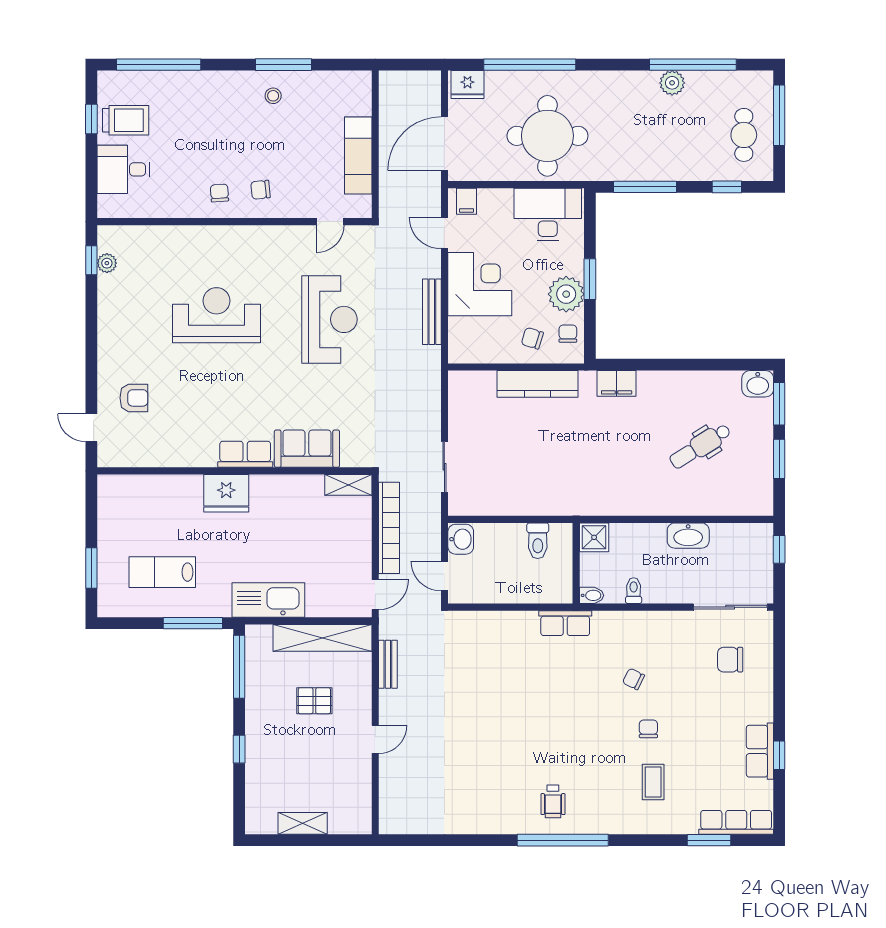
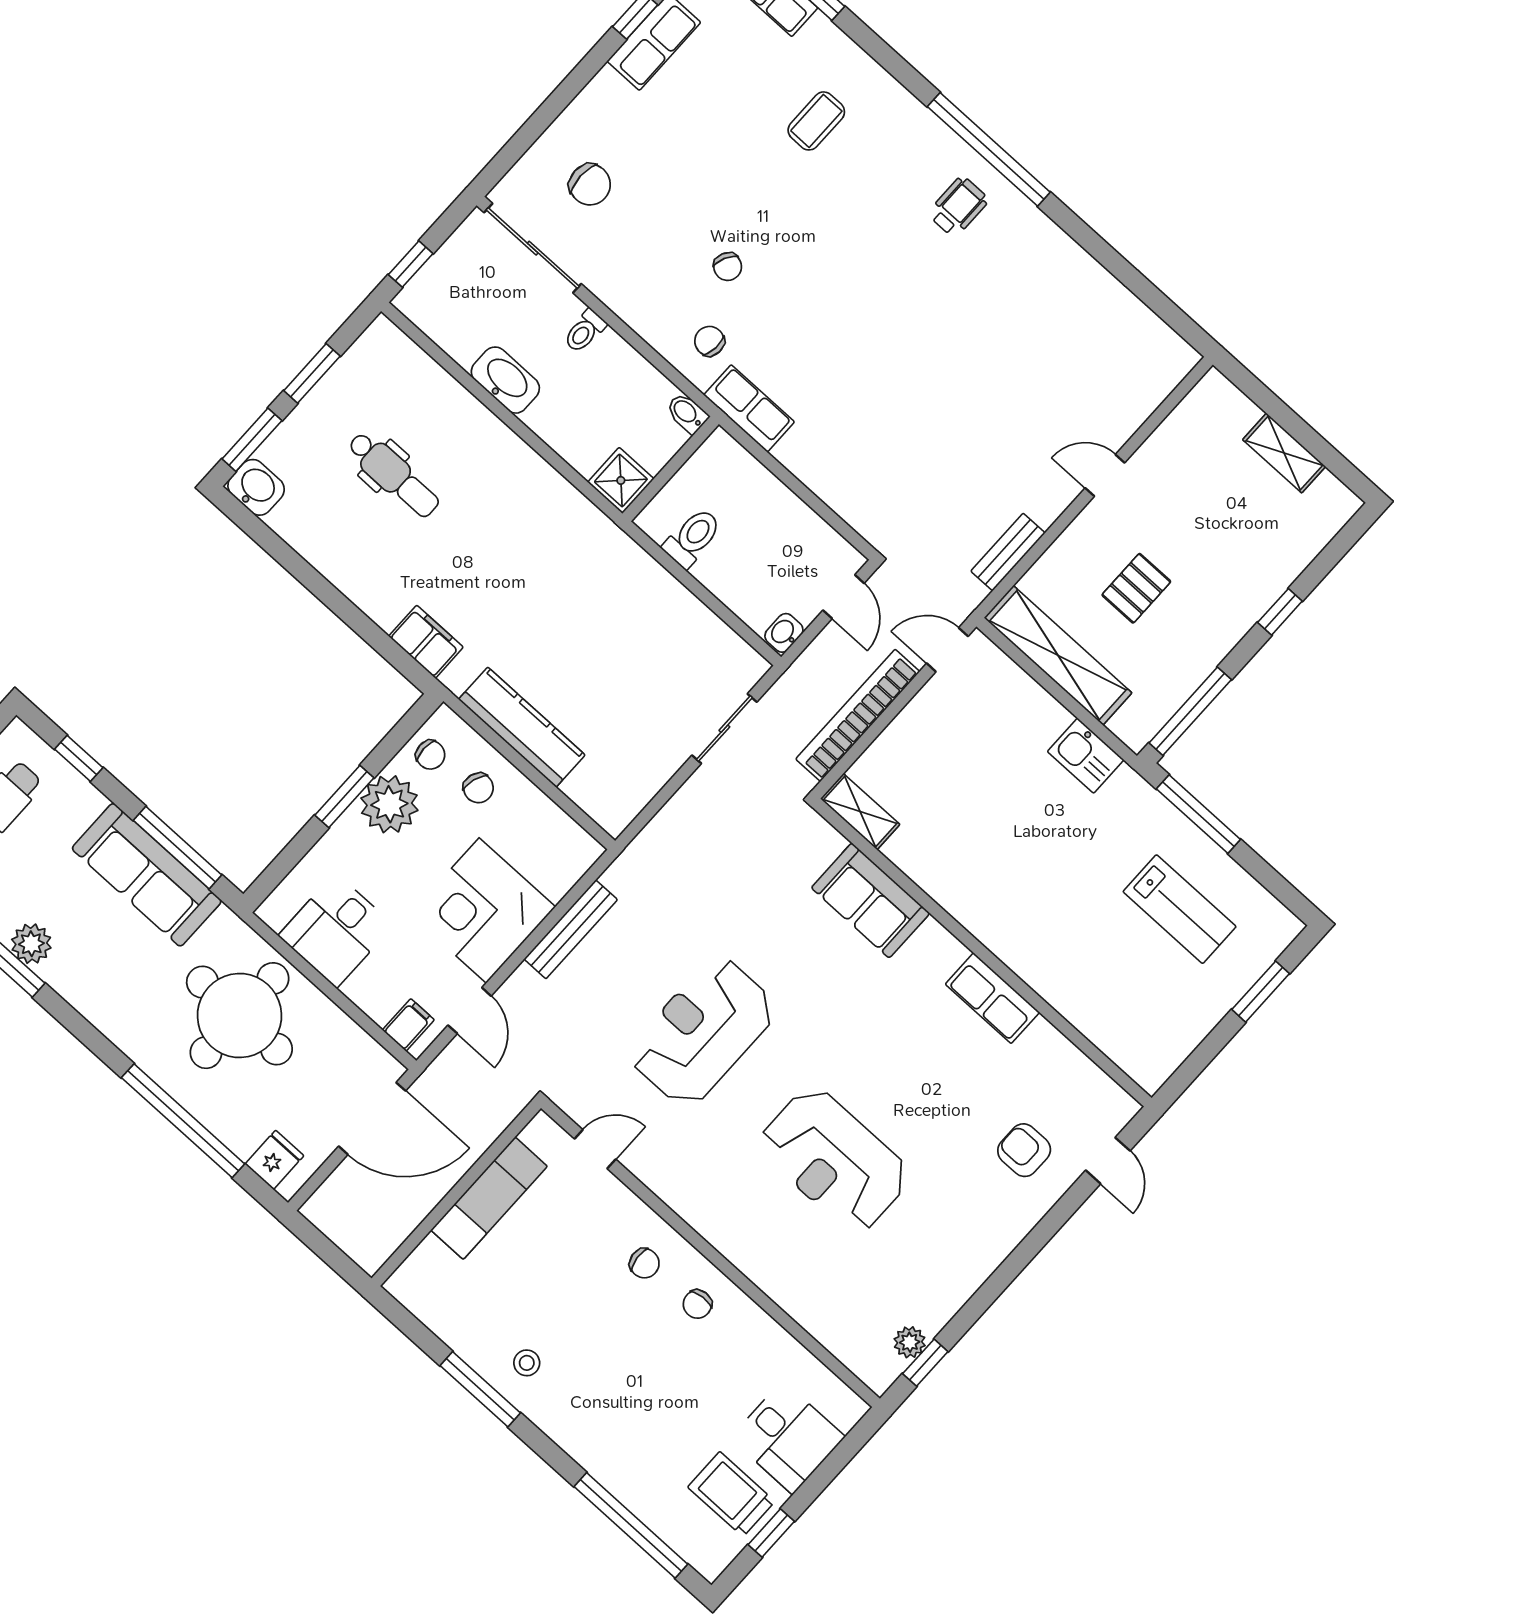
fridge: (467, 84) -> (274, 1160), width x0.72
sofa: (648, 162) -> (147, 875), added
desk: (548, 215) -> (336, 930), width x0.73
chair: (568, 334) -> (430, 755), turned -90
dental chair: (700, 446) -> (393, 475), turned 32
row of seats: (245, 454) -> (992, 998), moved
fridge: (226, 493) -> (1016, 935), removed
washbasin: (461, 539) -> (784, 633), width x0.72, depth x0.69
toilet: (634, 591) -> (585, 331), moved
kitchen sink: (268, 600) -> (1086, 756), width x0.53, depth x0.81
pallet: (314, 701) -> (1136, 588), turned 90
chair: (648, 729) -> (709, 341), moved, turned 95

